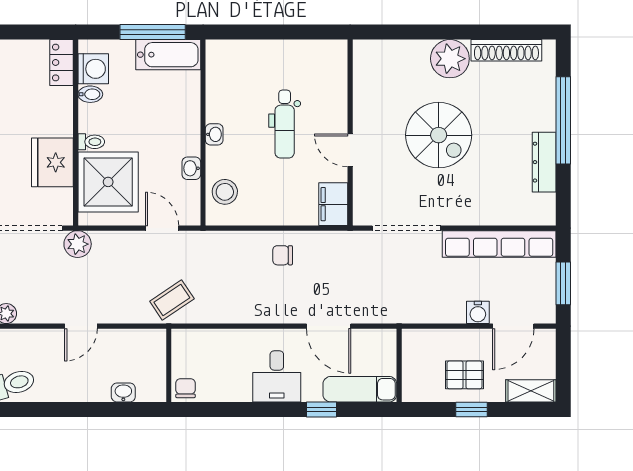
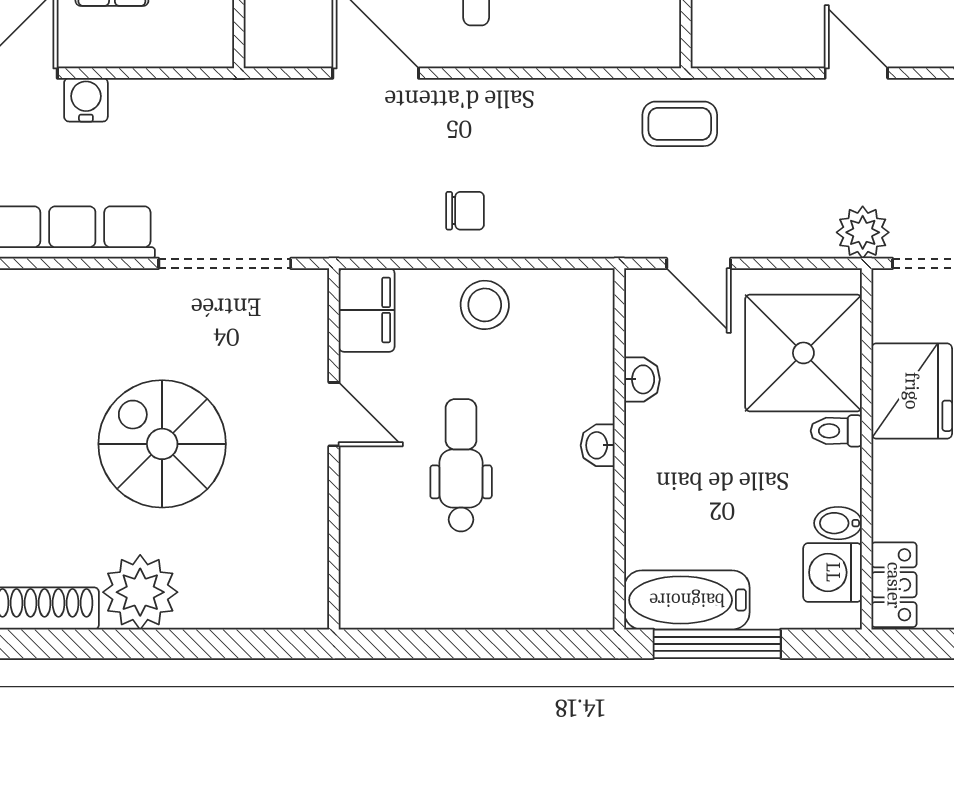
stool: (225, 192) -> (485, 305), moved
coffee table: (172, 300) -> (680, 124), turned 34
door: (81, 326) -> (856, 73), hinge flipped

